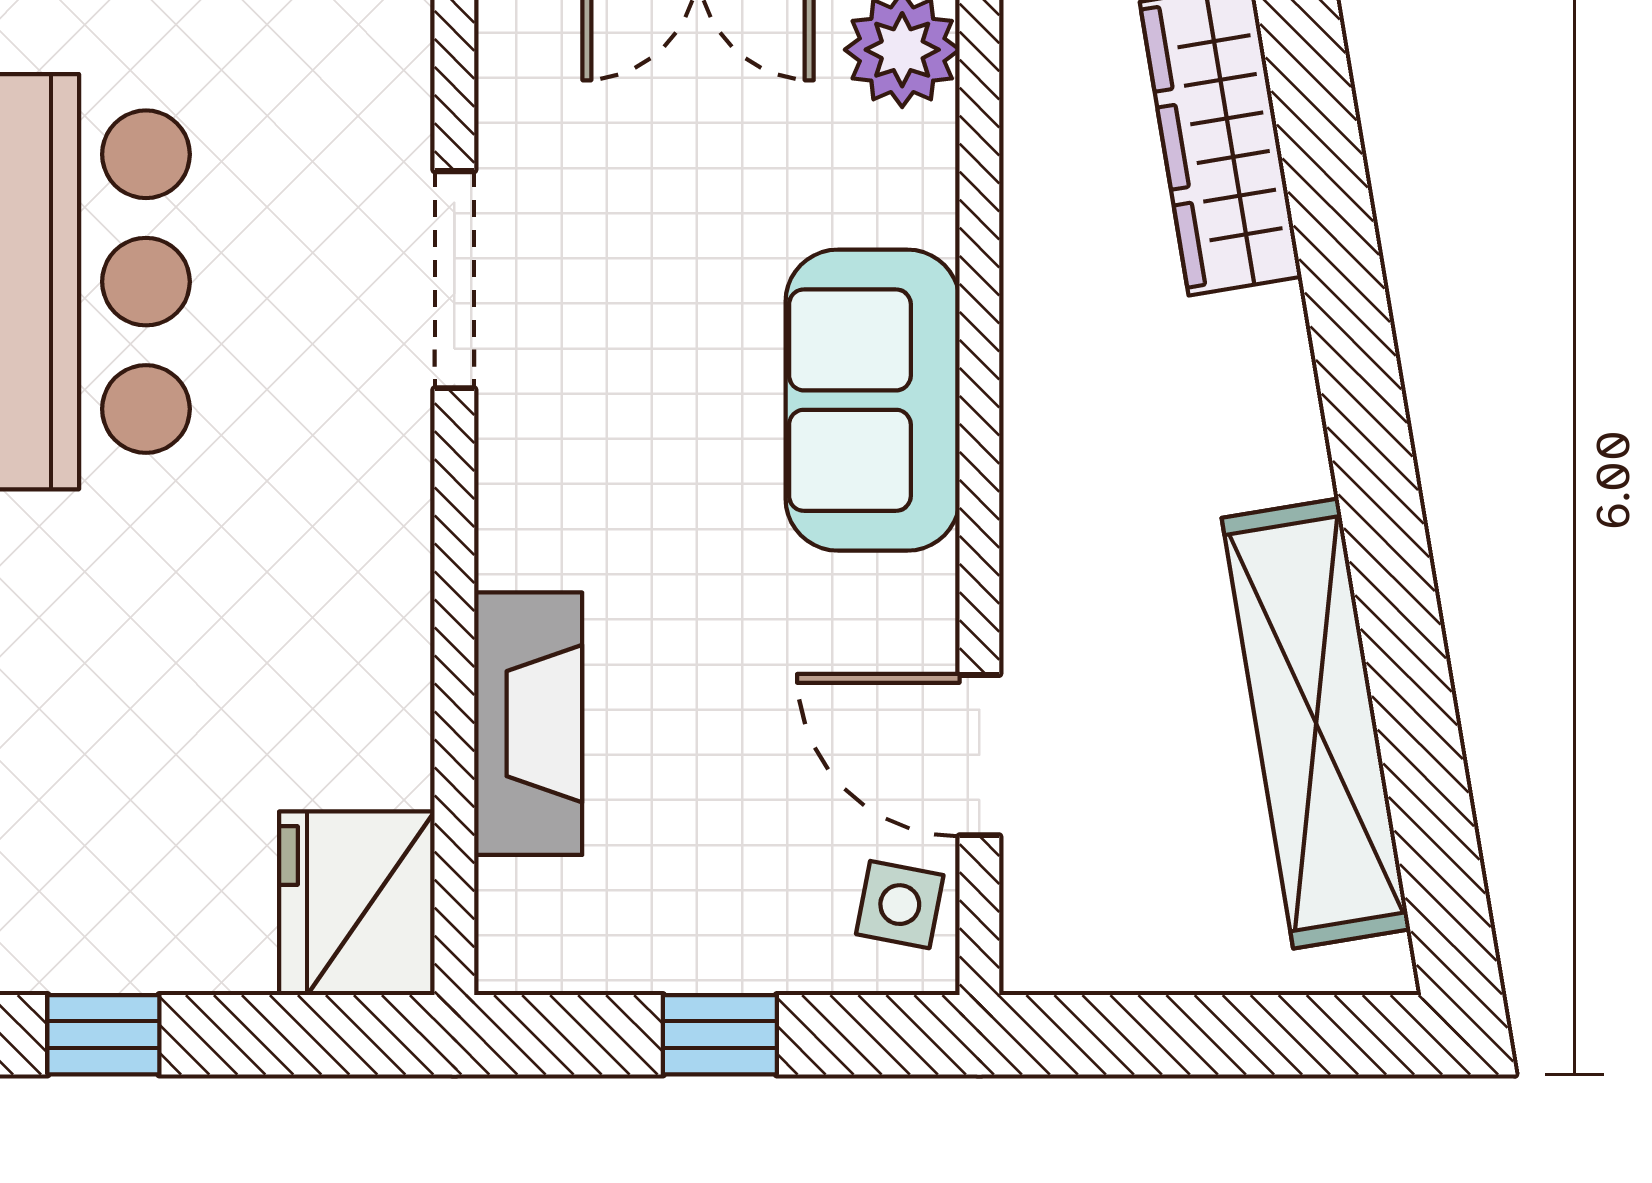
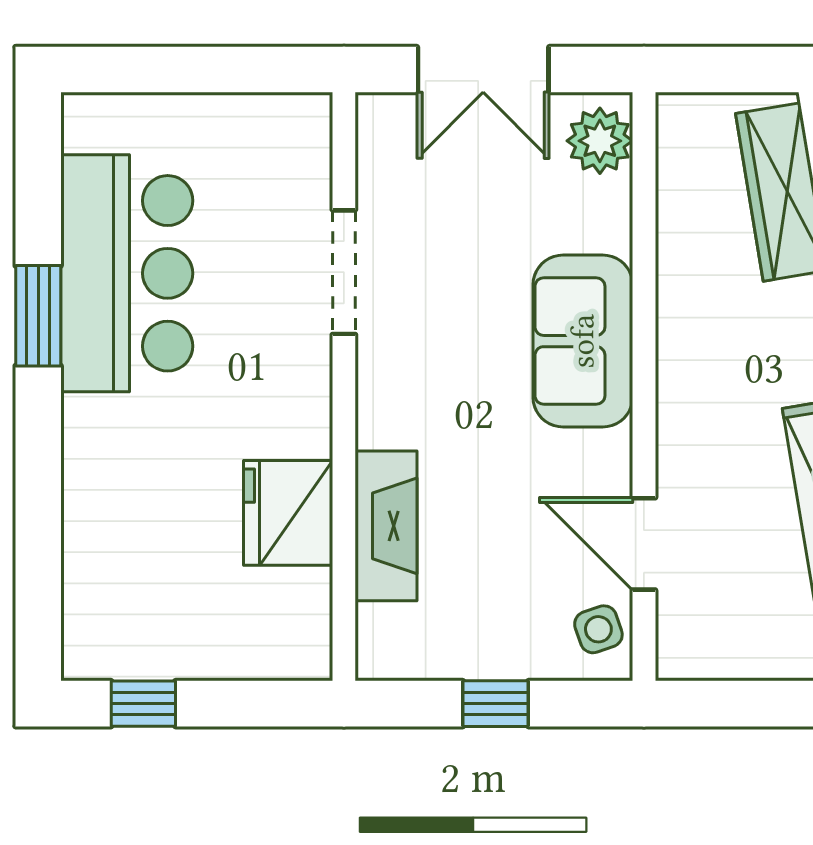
fridge: (357, 903) -> (288, 513), moved
side table: (900, 905) -> (598, 629), turned -30

